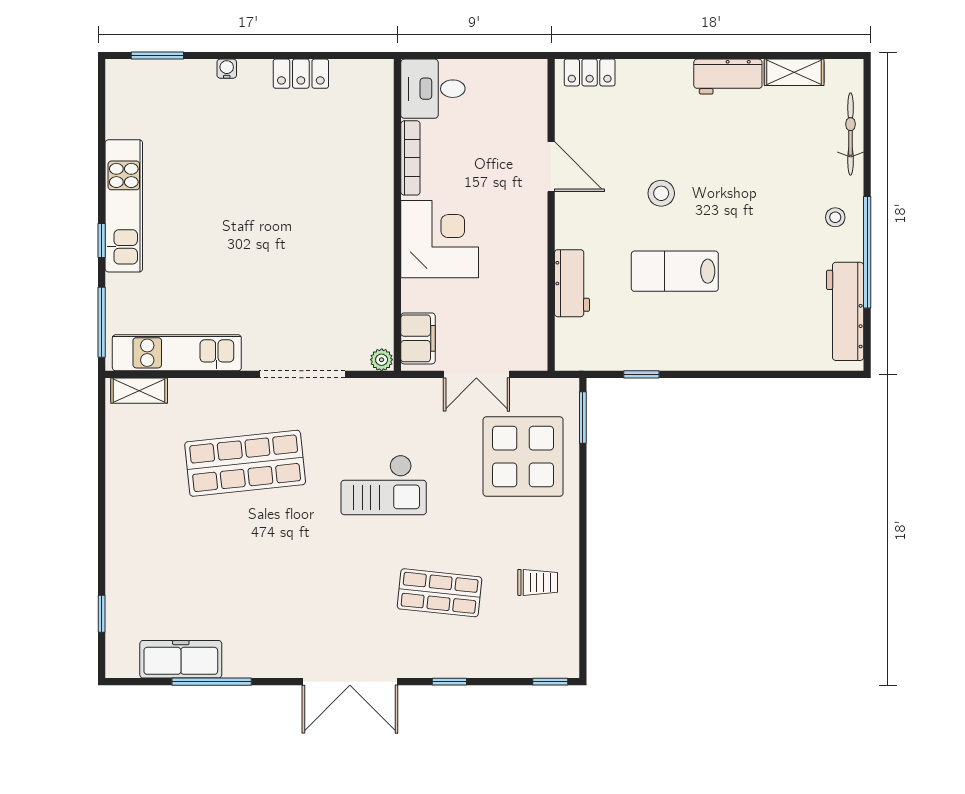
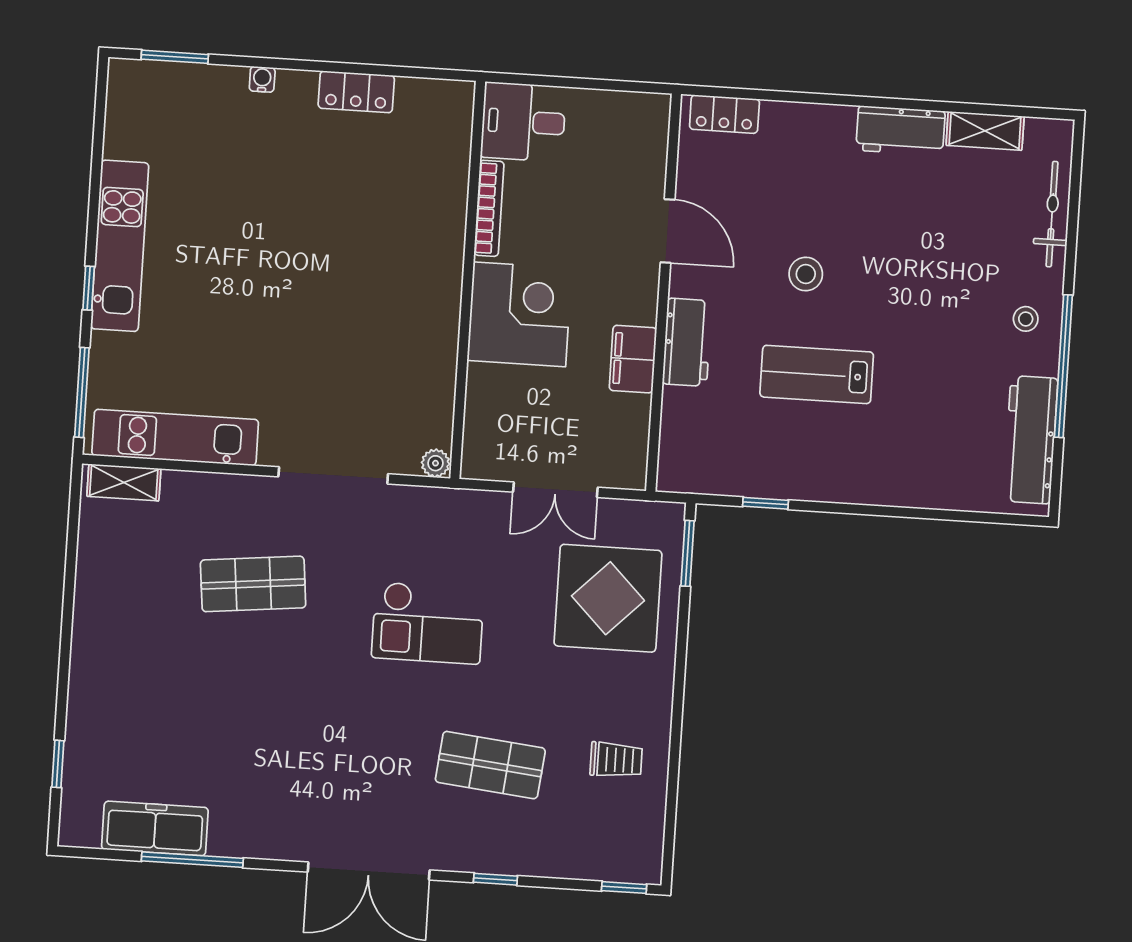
workbench: (572, 283) -> (687, 342), moved
filing cabinet: (418, 338) -> (633, 359), moved, turned 180
shop shelf: (245, 463) -> (253, 584), width x0.70, depth x0.74

